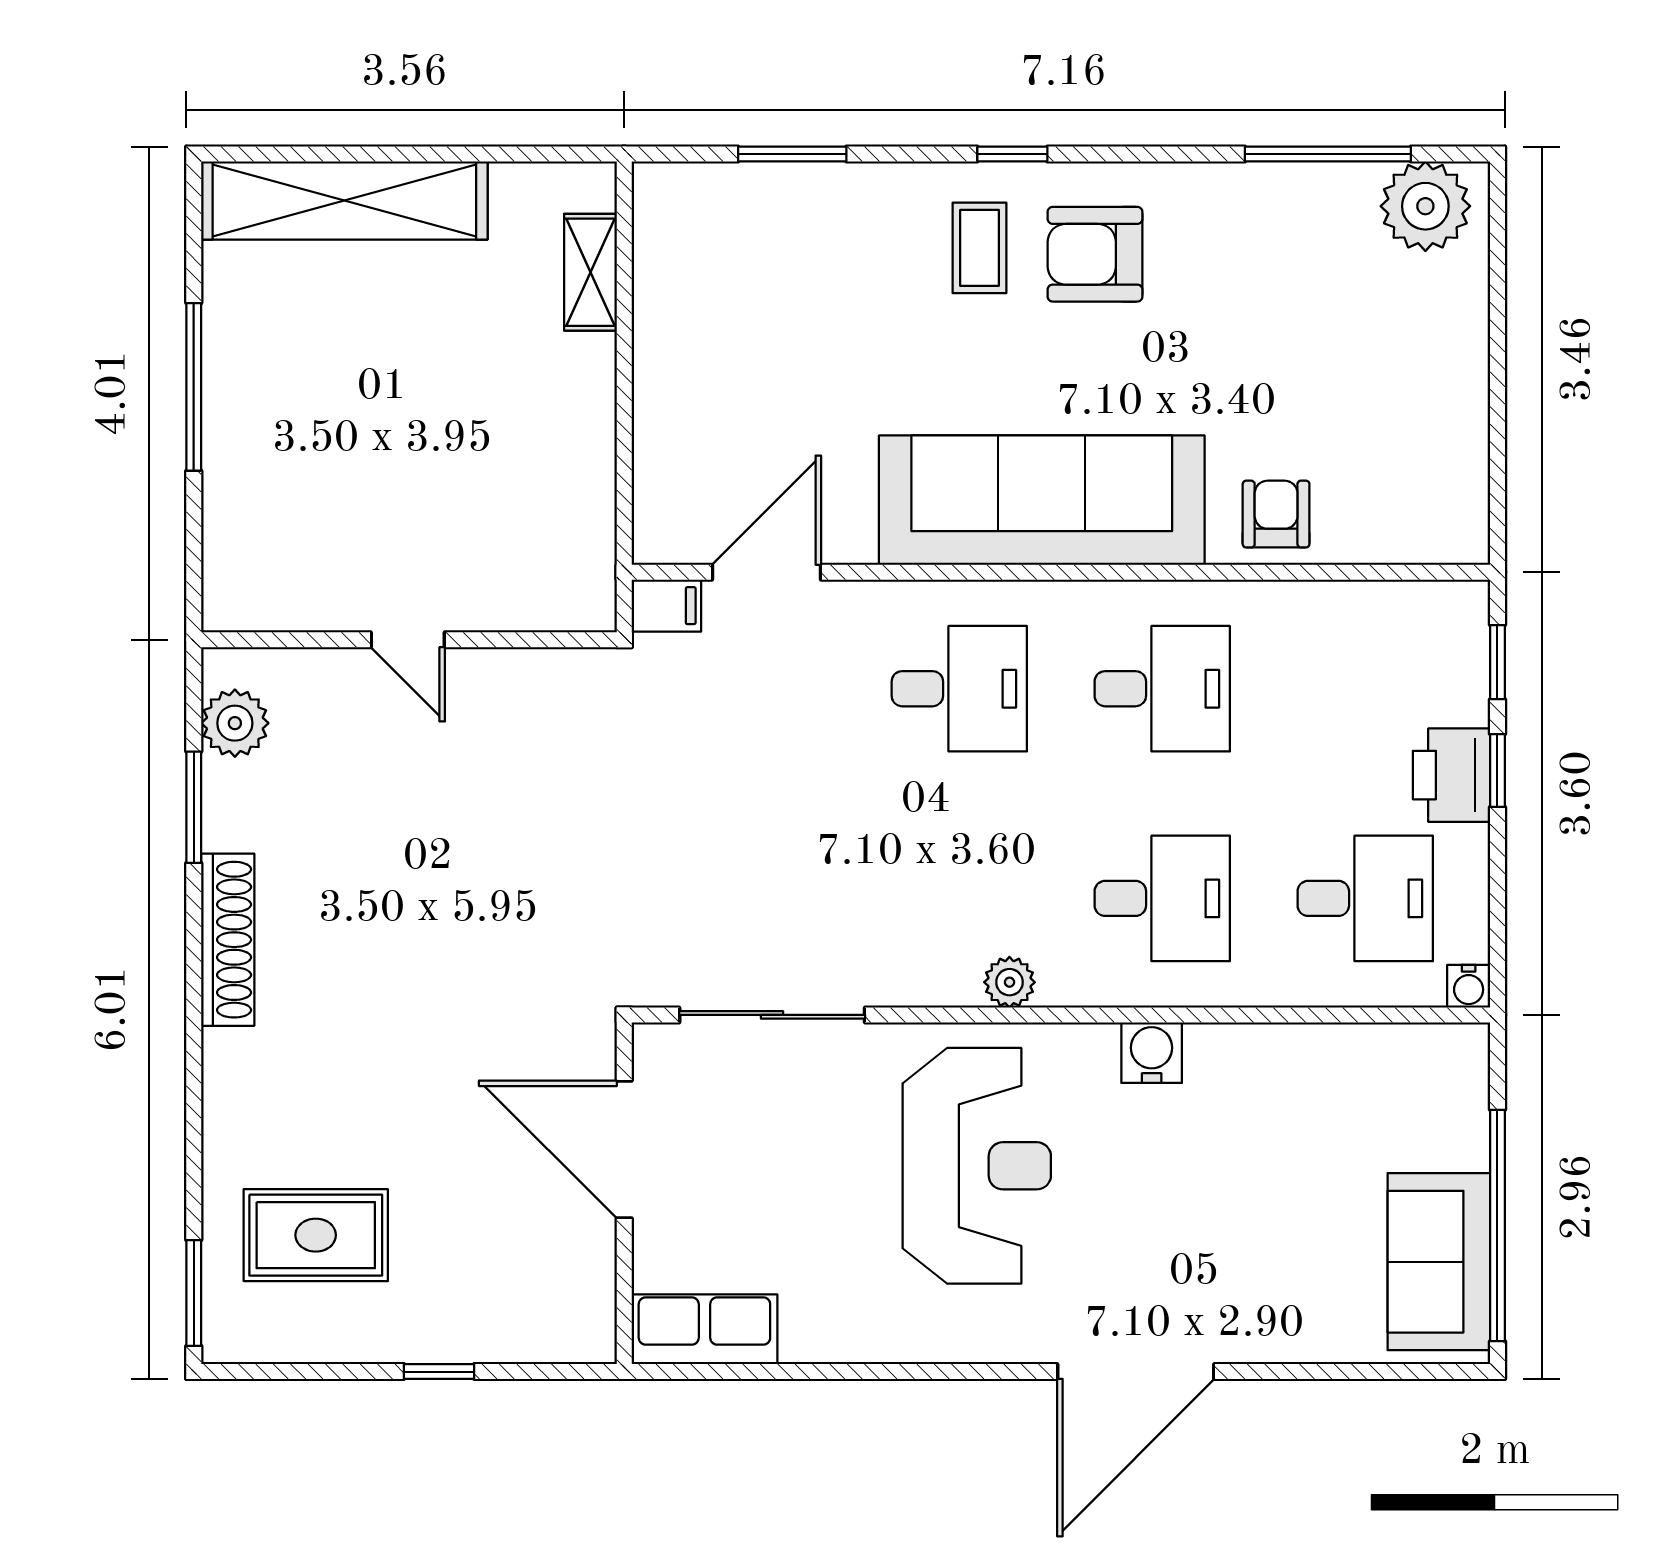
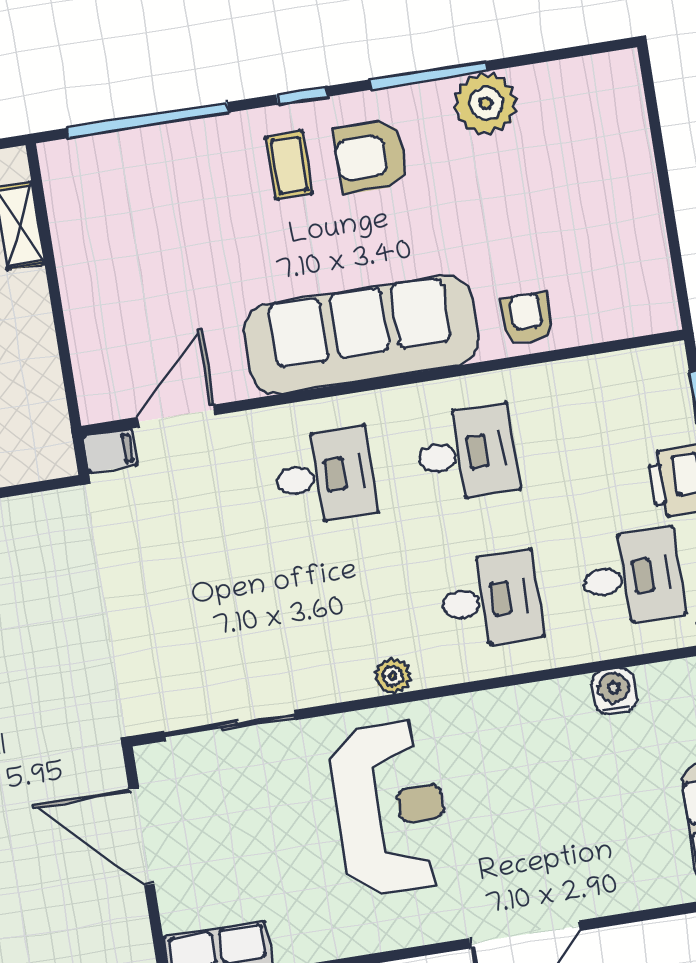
window: (792, 154) -> (148, 120), width x2.11
window: (1328, 154) -> (429, 75), moved
plant: (1425, 206) -> (486, 104), moved
water cooler: (1152, 1053) -> (614, 691), moved

